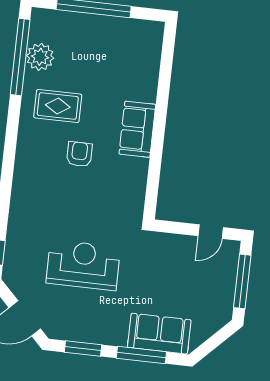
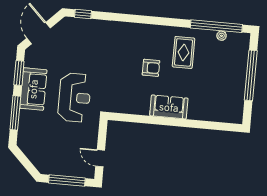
plant: (40, 57) -> (222, 36), width x0.53, depth x0.53
reception desk: (83, 265) -> (74, 98), moved
sofa: (159, 334) -> (33, 89), moved

